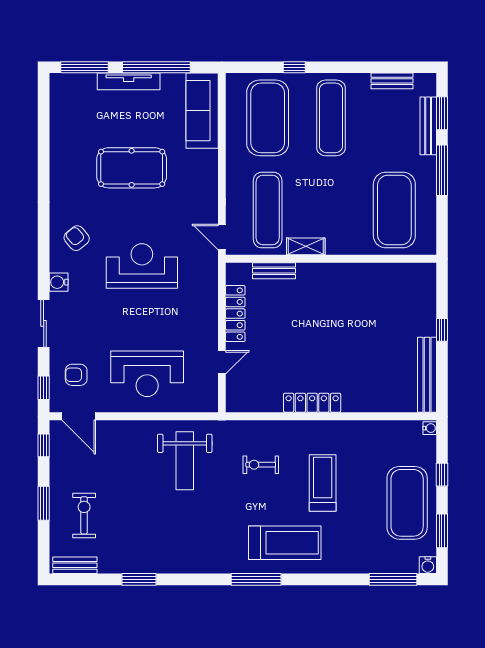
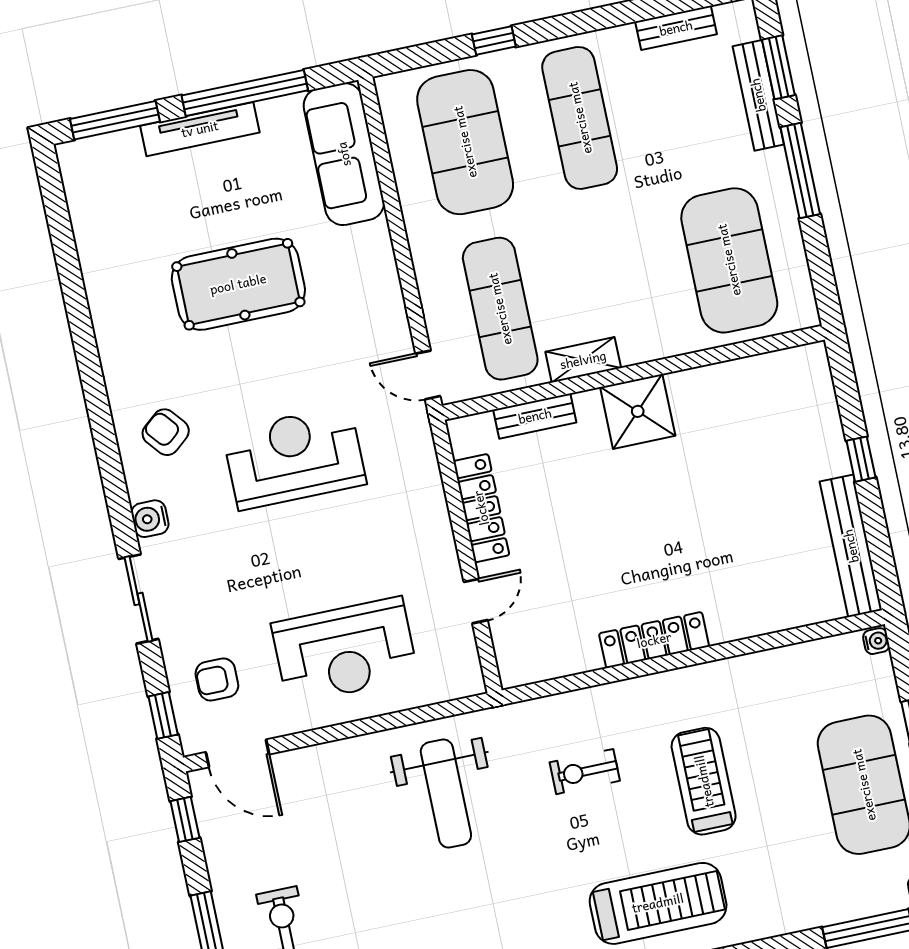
shower: (329, 280) -> (638, 411), added

